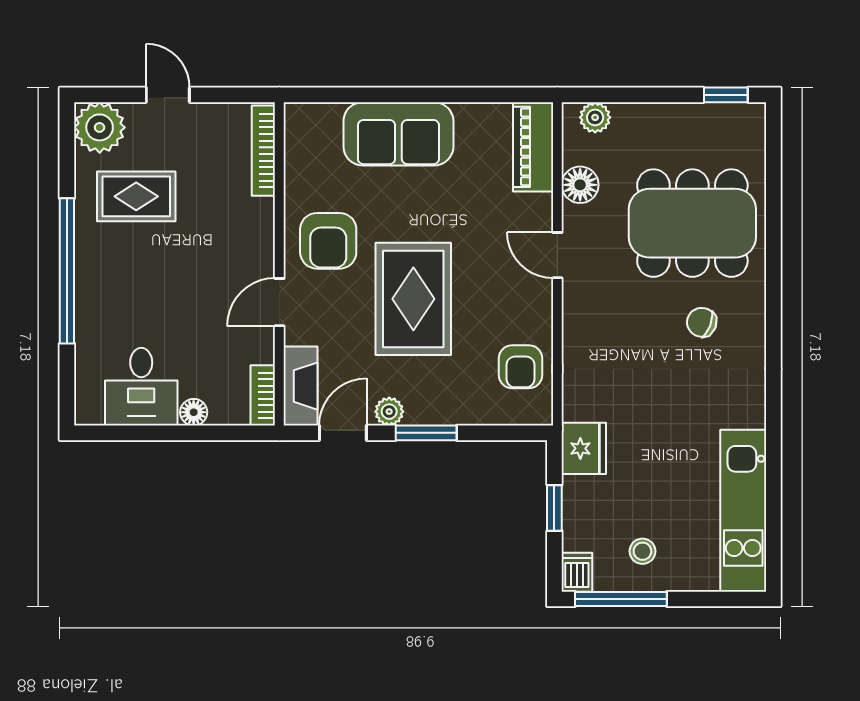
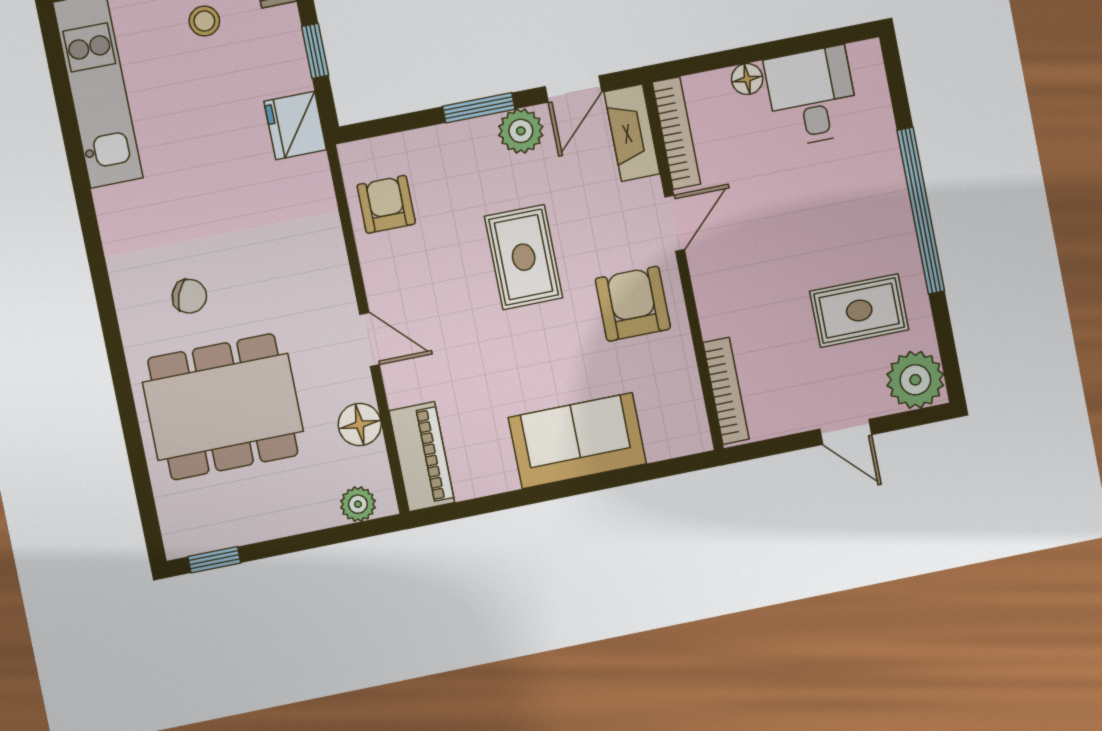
rug: (413, 299) -> (524, 257), width x0.73, depth x0.70
bookcase: (263, 395) -> (676, 133), width x1.56
plant: (389, 412) -> (521, 131), width x1.38, depth x1.38

